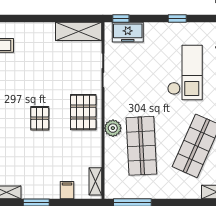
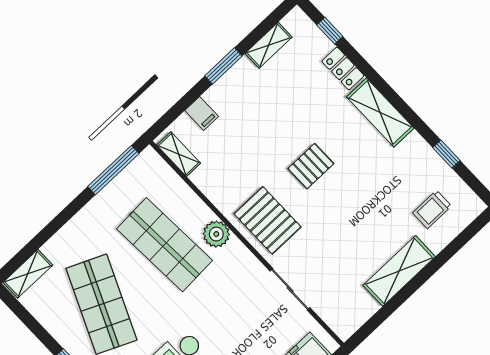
shelving: (79, 31) -> (399, 271), moved
pallet: (40, 118) -> (311, 166), turned 90

